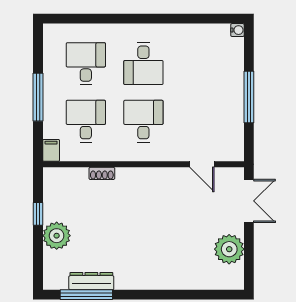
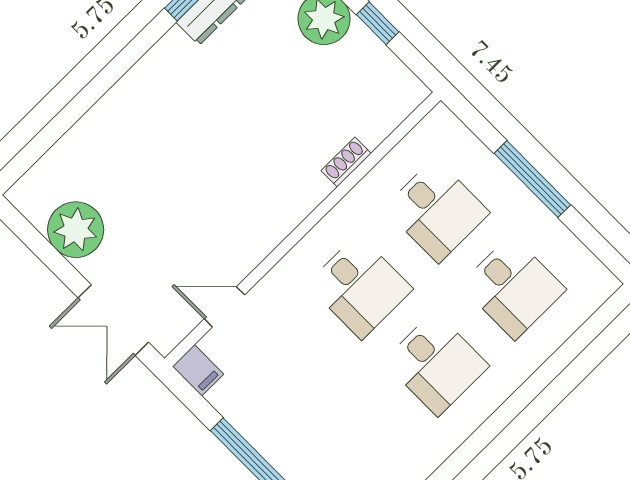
desk: (143, 64) -> (436, 364), turned 180
filing cabinet: (51, 150) -> (198, 370), moved

